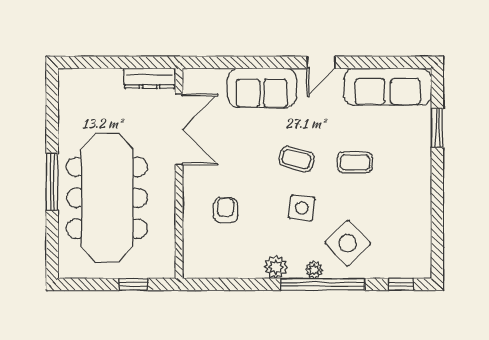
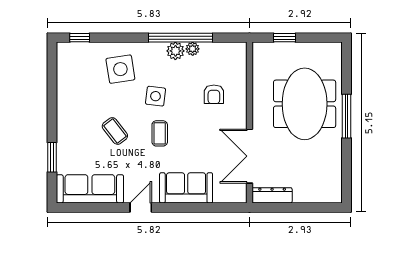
coffee table: (296, 159) -> (160, 133), turned 75
coffee table: (355, 162) -> (115, 131), turned 52
meeting table: (107, 198) -> (305, 104), width x0.73
side table: (348, 243) -> (120, 69), turned 35
plant: (314, 270) -> (193, 49), moved
window: (323, 284) -> (180, 38), moved

